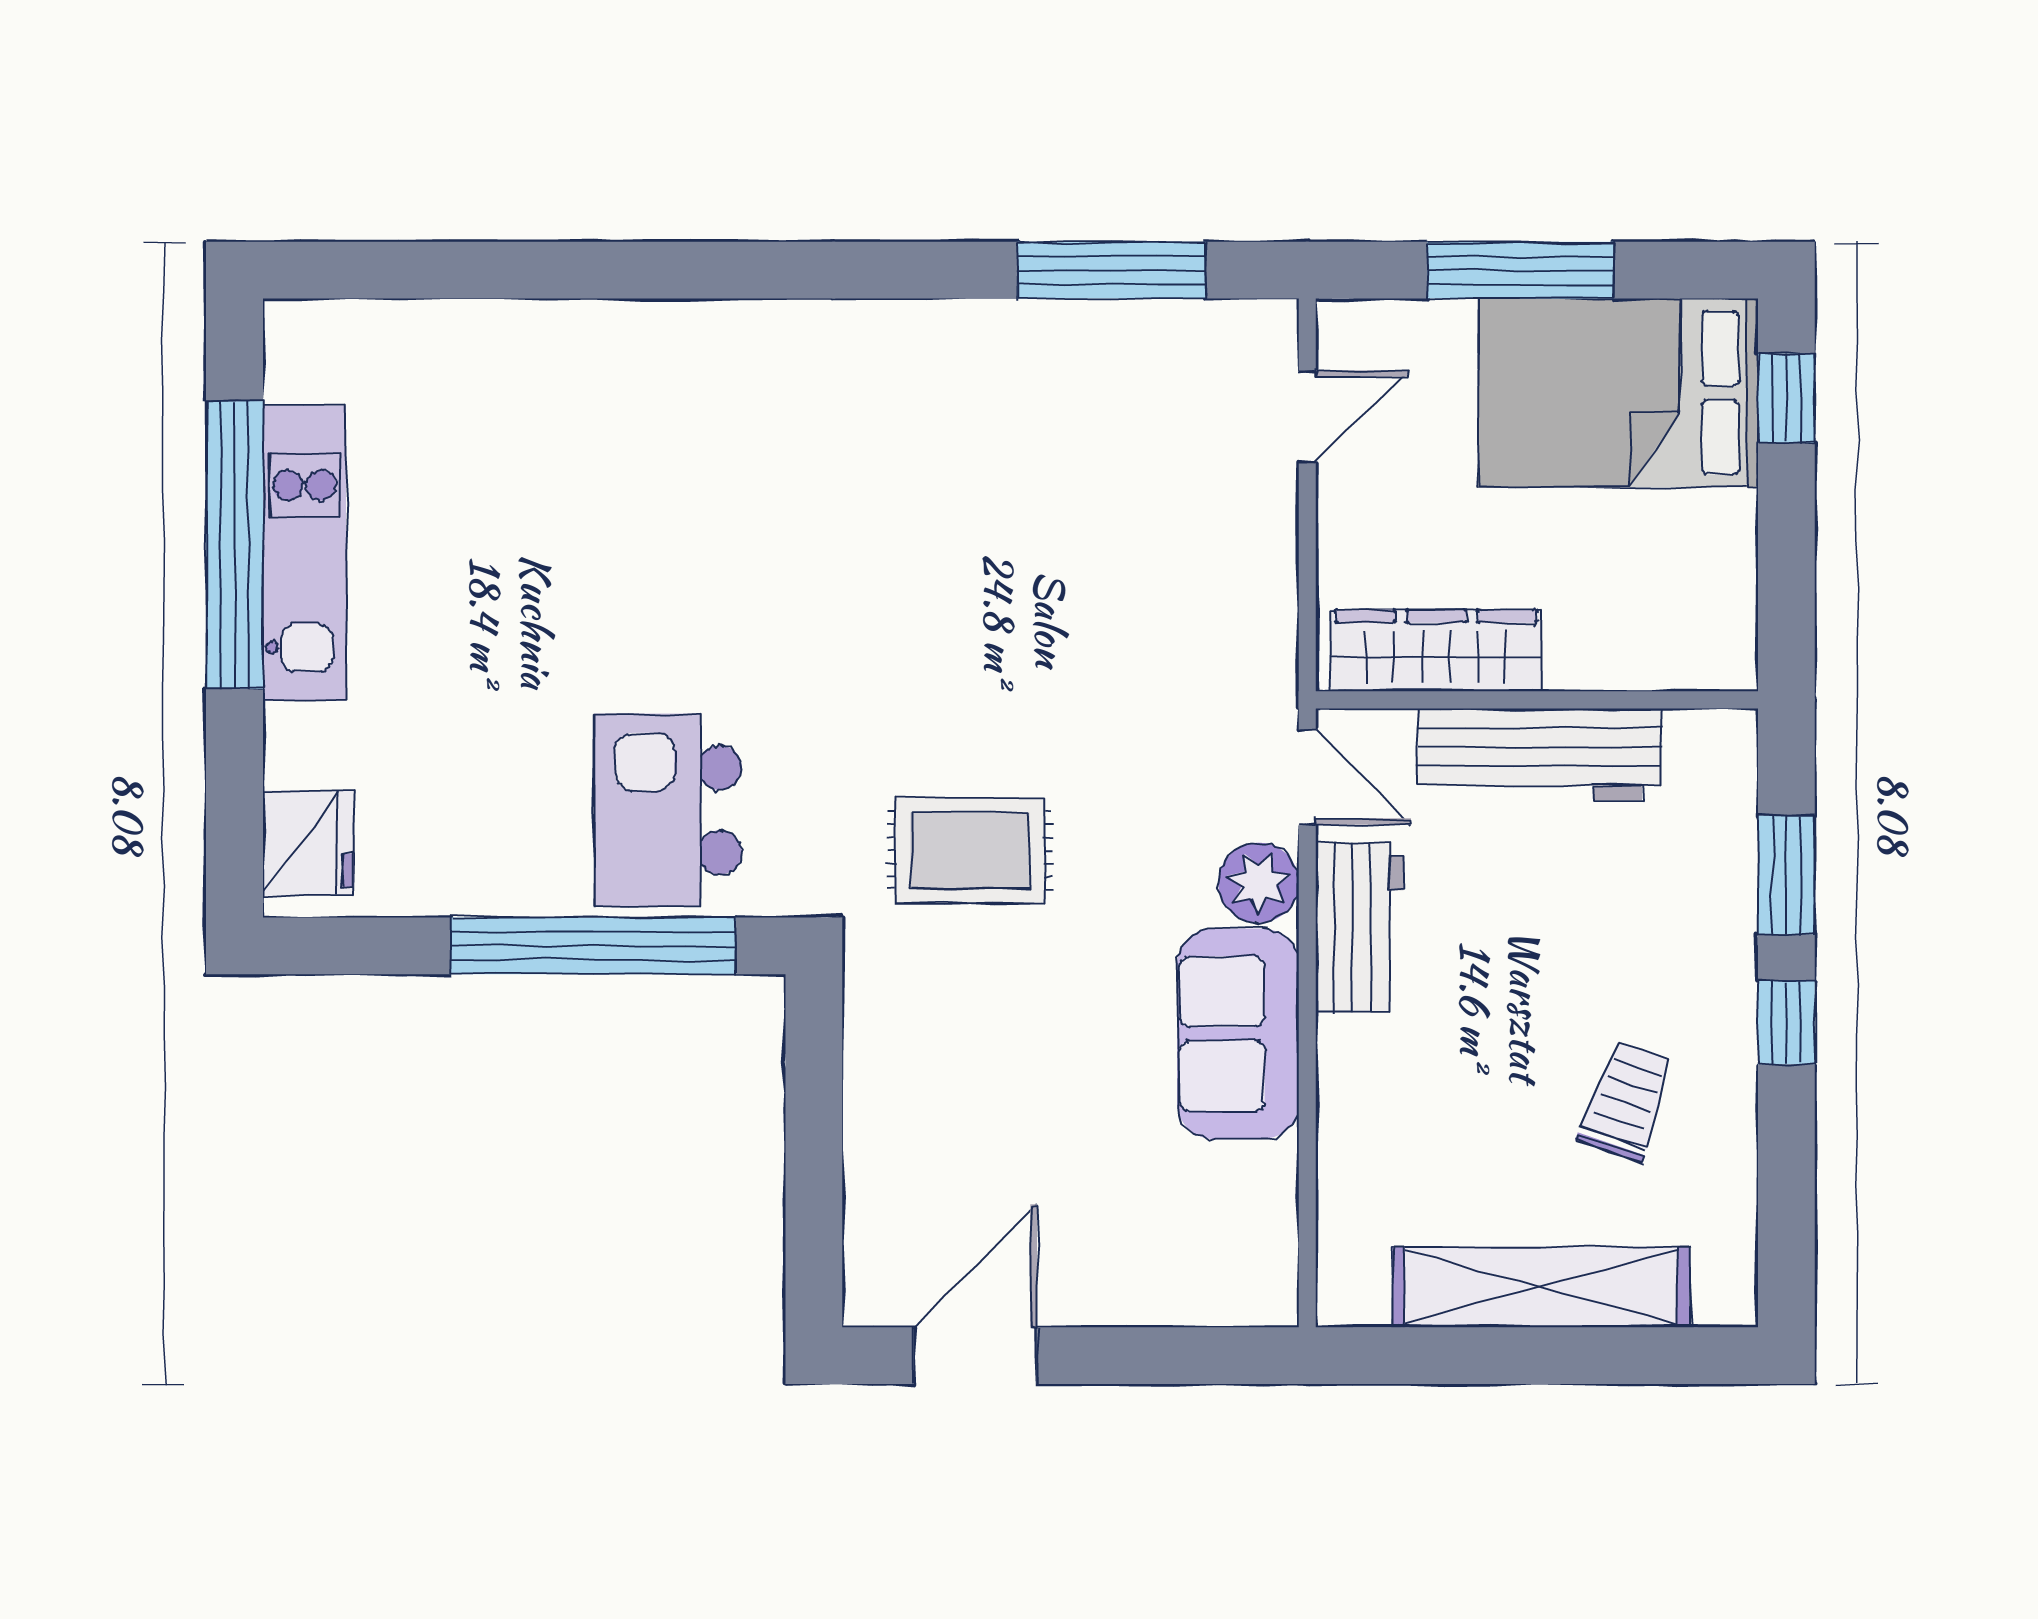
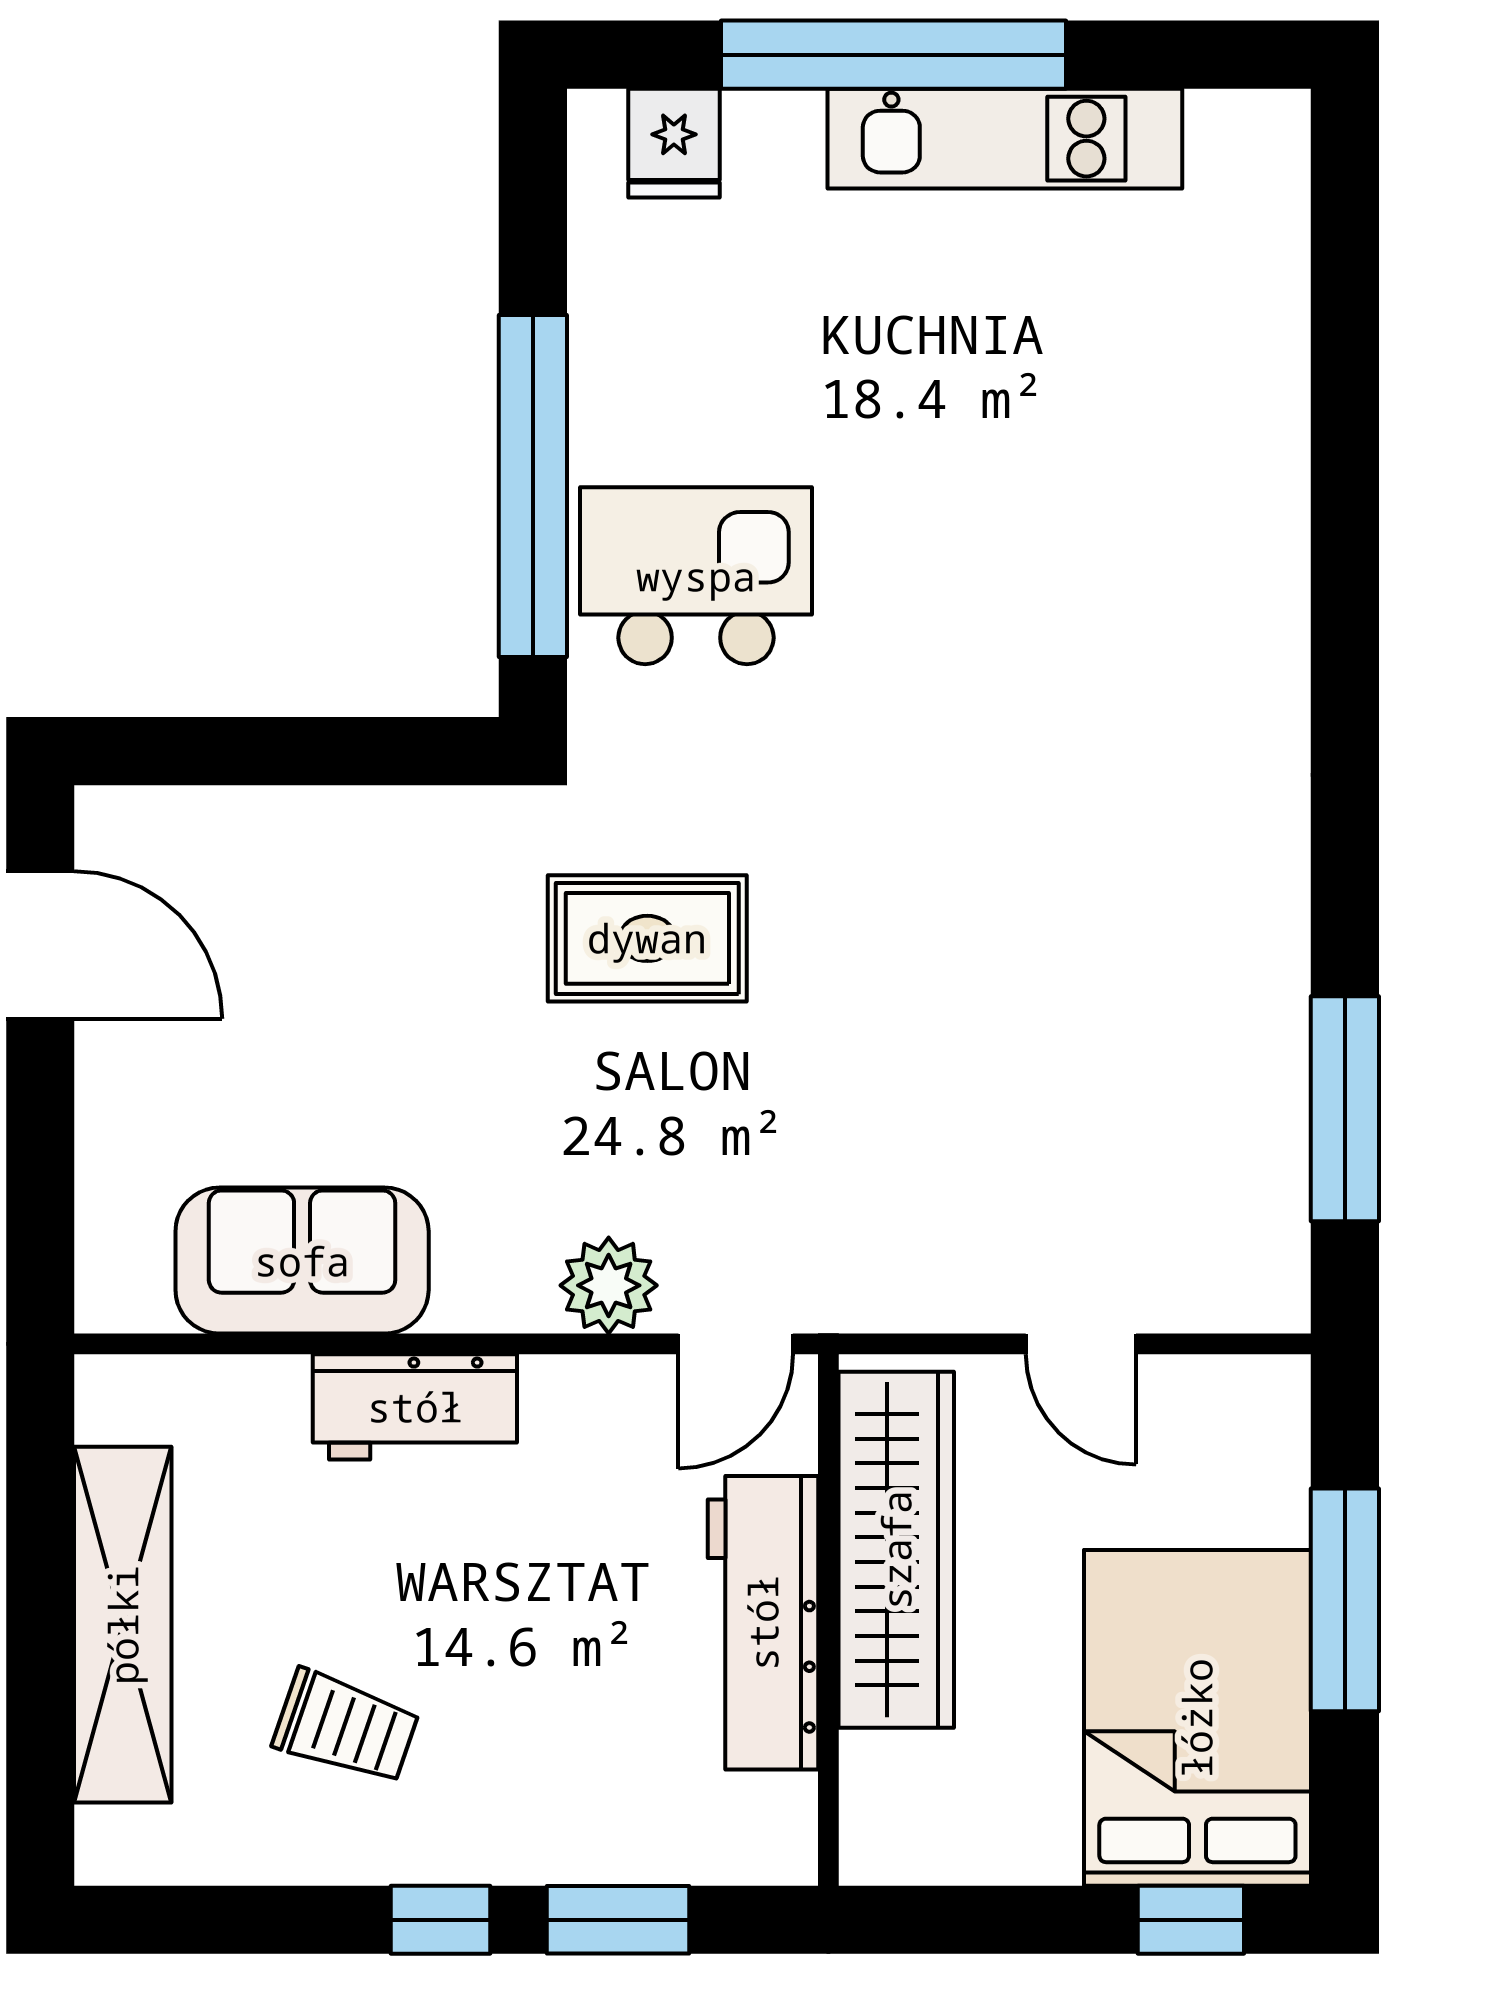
door: (1307, 416) -> (1081, 1344), moved
window: (234, 545) -> (893, 55), moved
wardrobe: (1436, 650) -> (896, 1550), width x1.40, depth x1.17
fridge: (308, 843) -> (674, 143), width x0.72
rug: (970, 851) -> (647, 938), turned 90
workbench: (1360, 928) -> (415, 1407), moved
sofa: (1238, 1034) -> (302, 1261), moved

